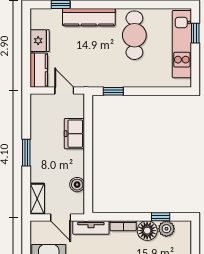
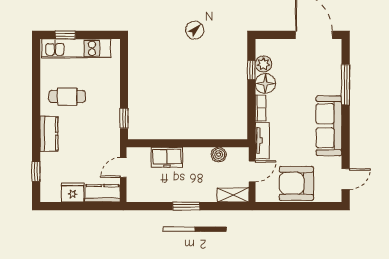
kitchen counter: (89, 17) -> (49, 134), width x0.67
cafe table: (134, 35) -> (67, 96), width x0.73, depth x0.74

